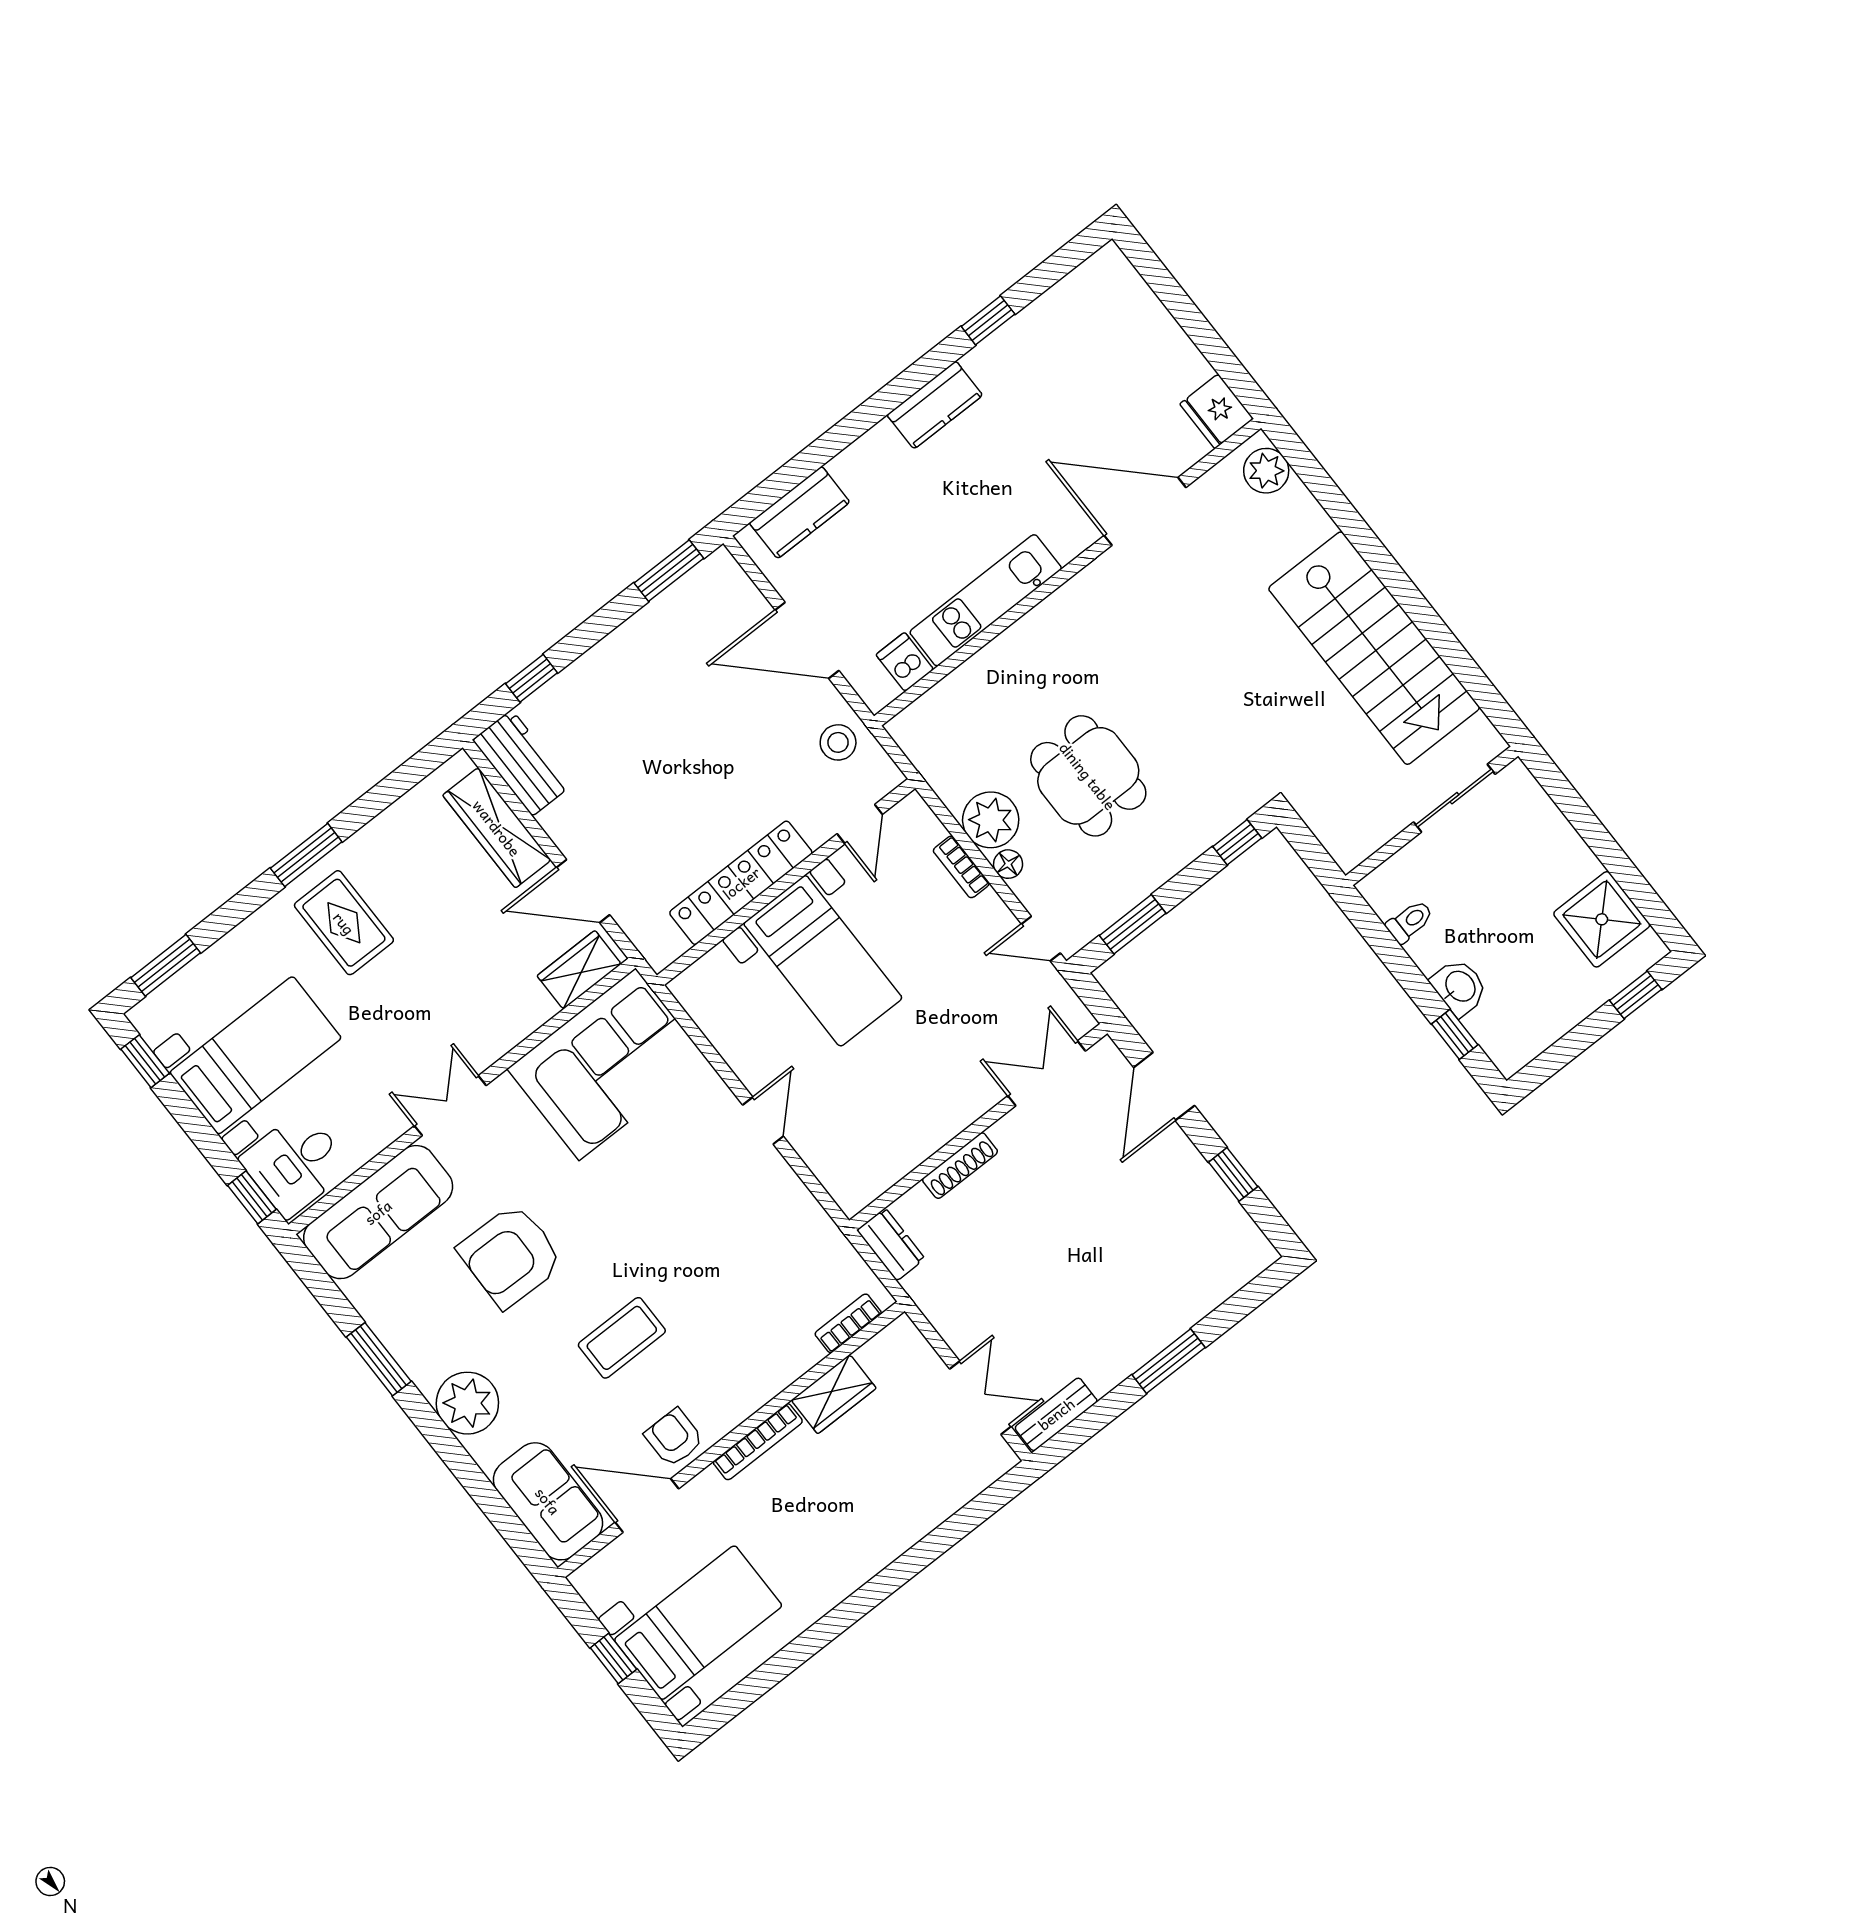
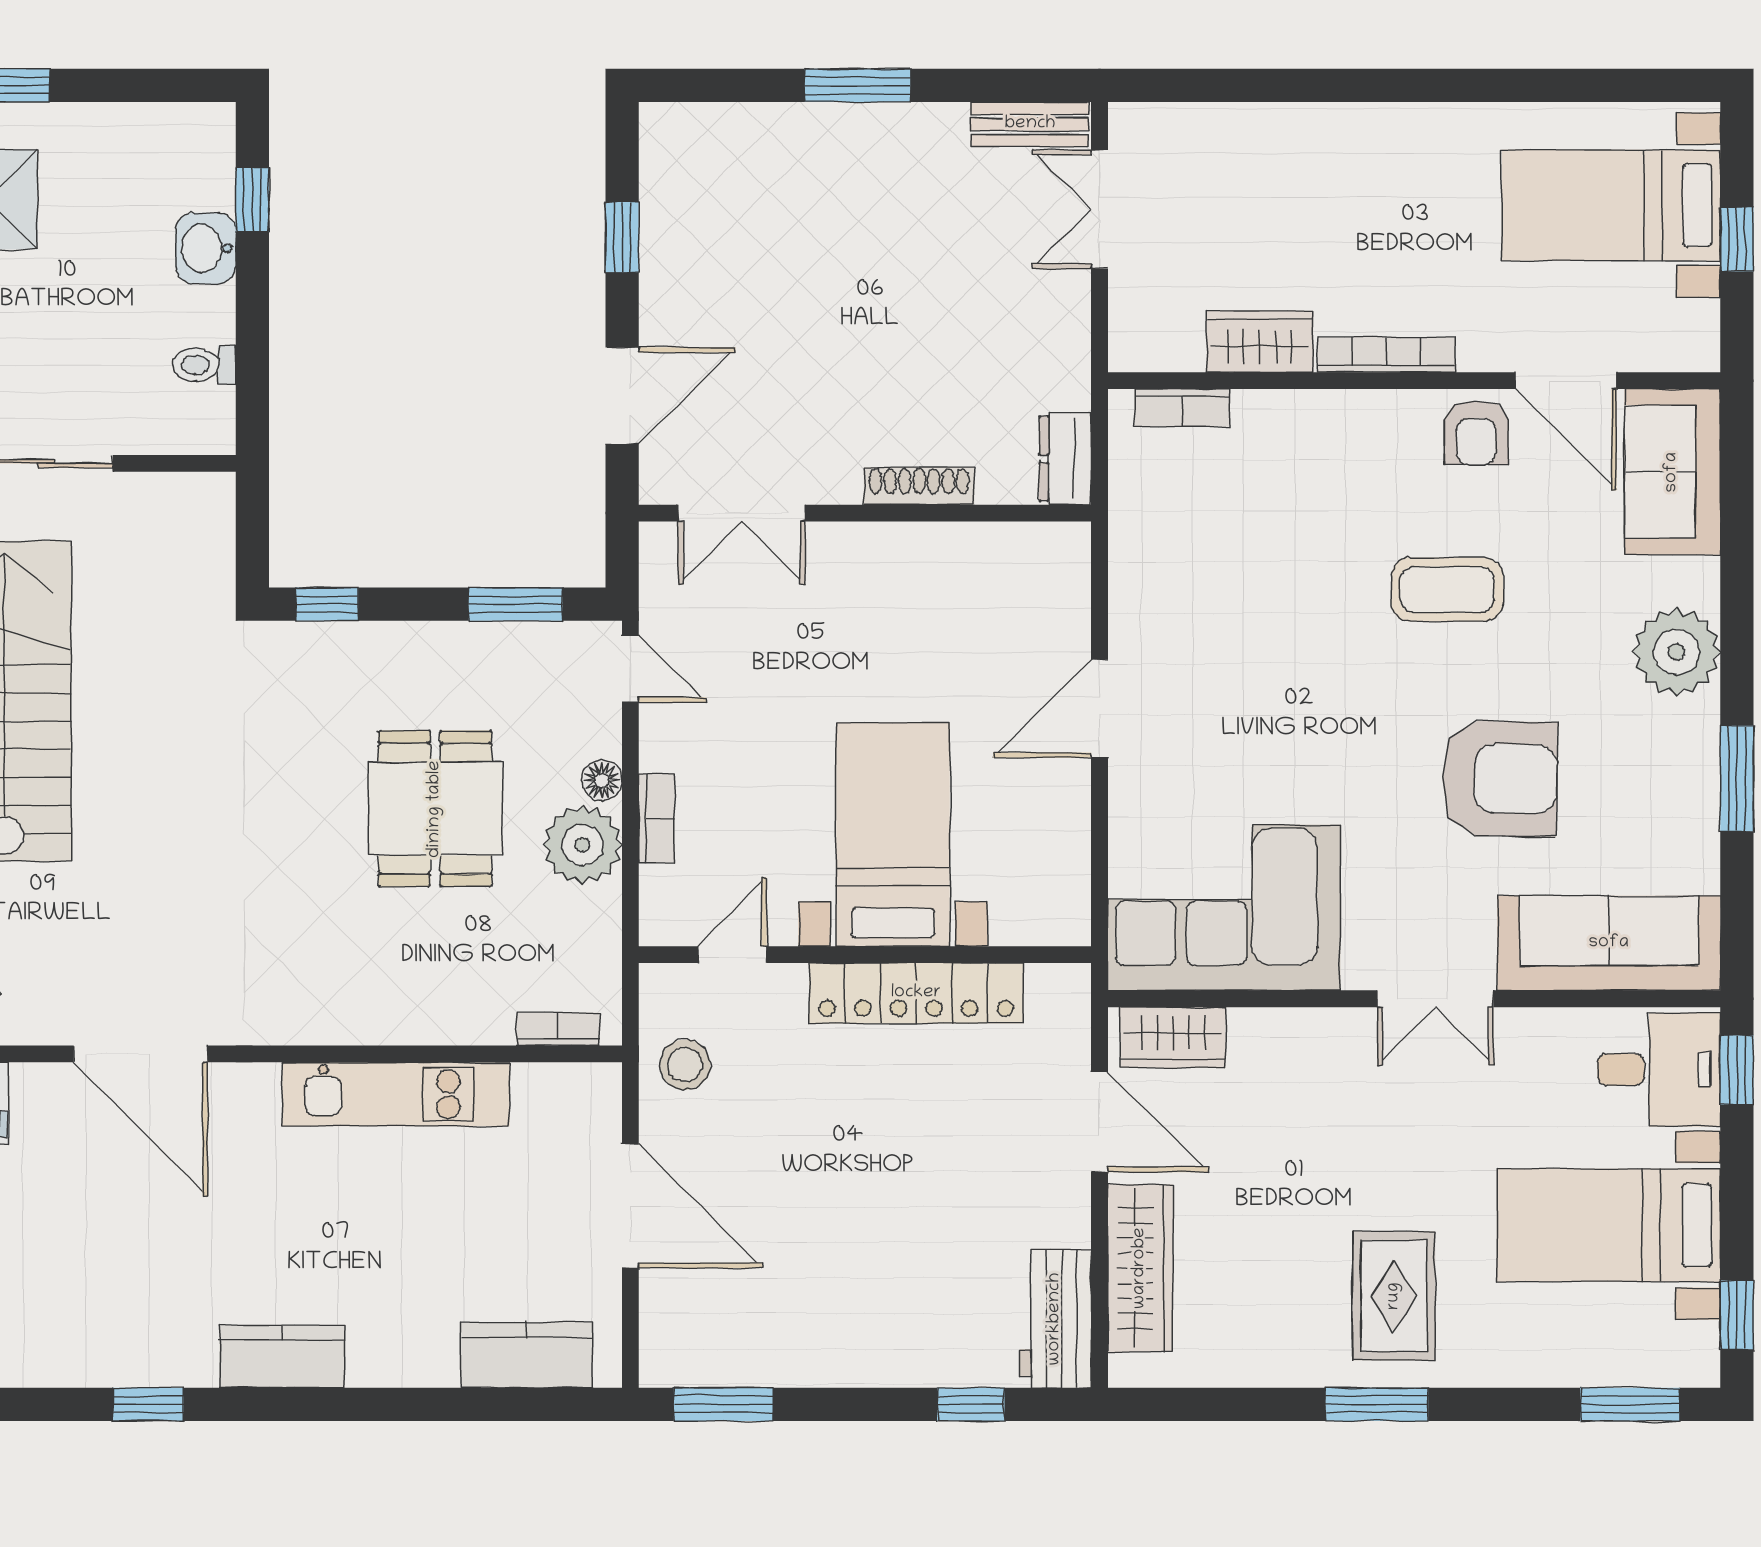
dishwasher: (905, 662) -> (540, 1096), removed
bookcase: (924, 707) -> (558, 1029), added
door: (763, 1121) -> (1099, 708), width x1.38

